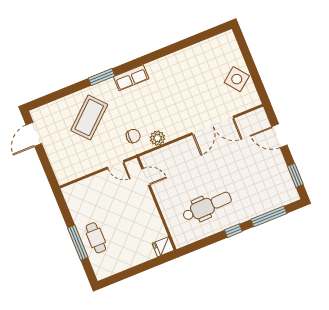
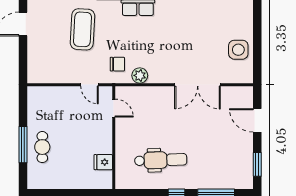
side table: (237, 79) -> (238, 50), turned 38
coffee table: (89, 117) -> (83, 29), turned -45
fridge: (163, 247) -> (103, 162), moved

